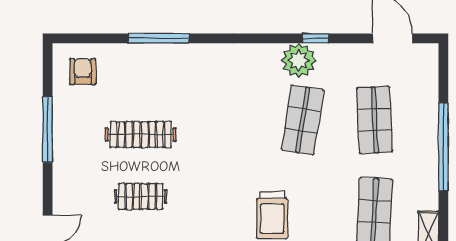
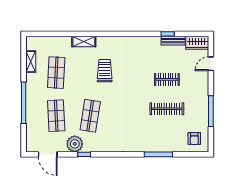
plant: (299, 60) -> (75, 144), moved

